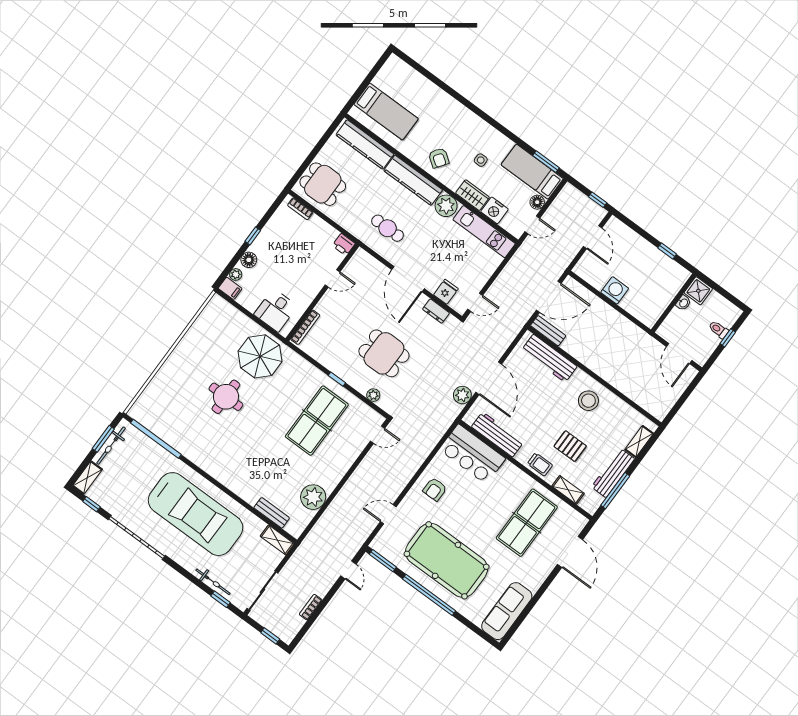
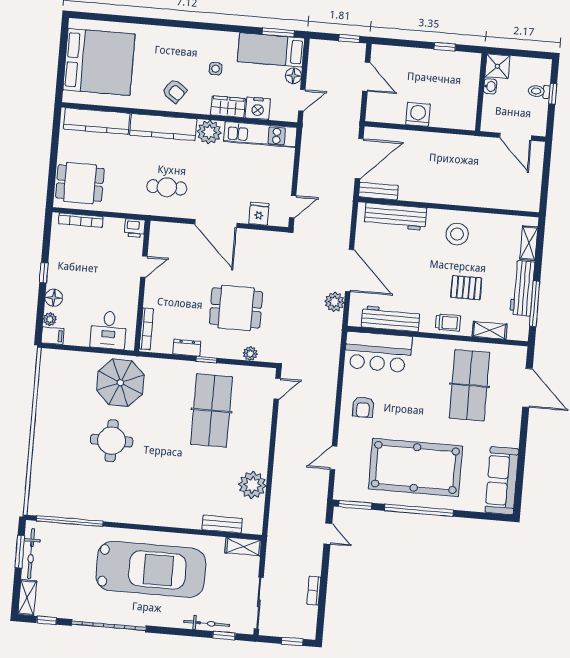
bed: (386, 112) -> (99, 62), width x2.04
bookcase: (300, 209) -> (81, 220), width x1.56
dresser: (436, 311) -> (187, 348), moved, turned 180

